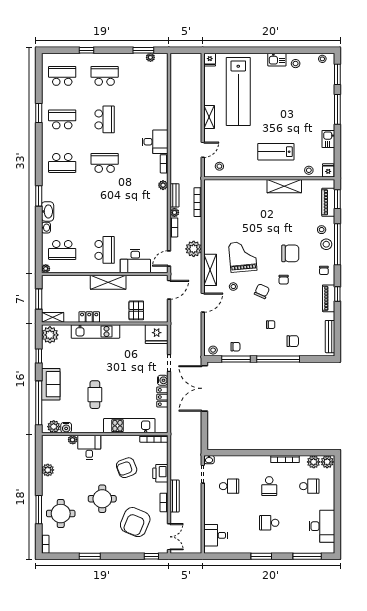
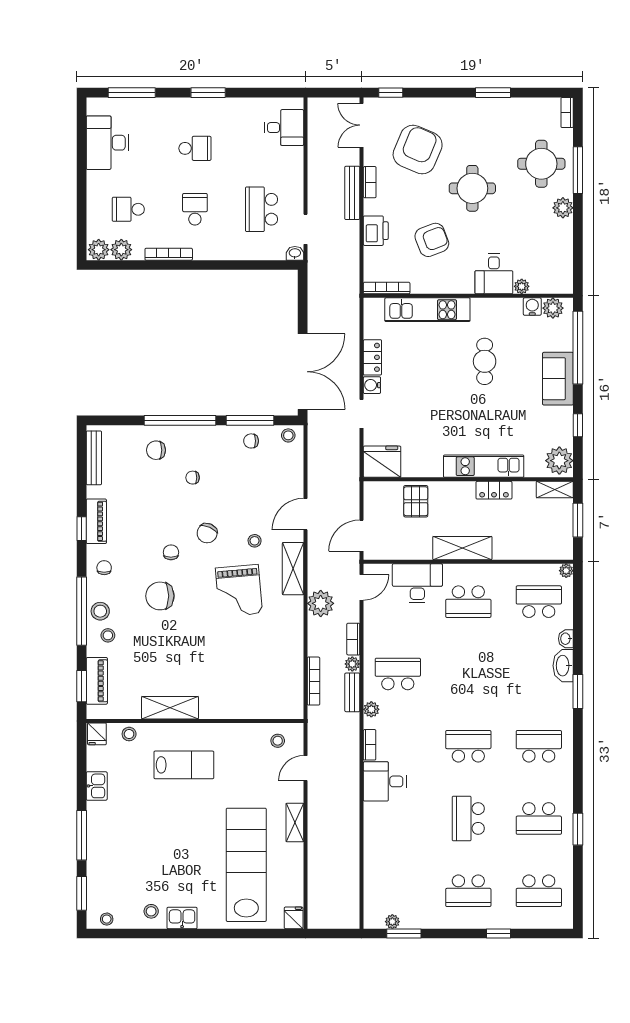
school desk: (105, 163) -> (468, 746), turned 180
school desk: (147, 206) -> (398, 674), added
school desk: (105, 250) -> (468, 602), turned -90
plant: (48, 470) -> (563, 208), moved
school desk: (229, 486) -> (262, 209), width x1.85

